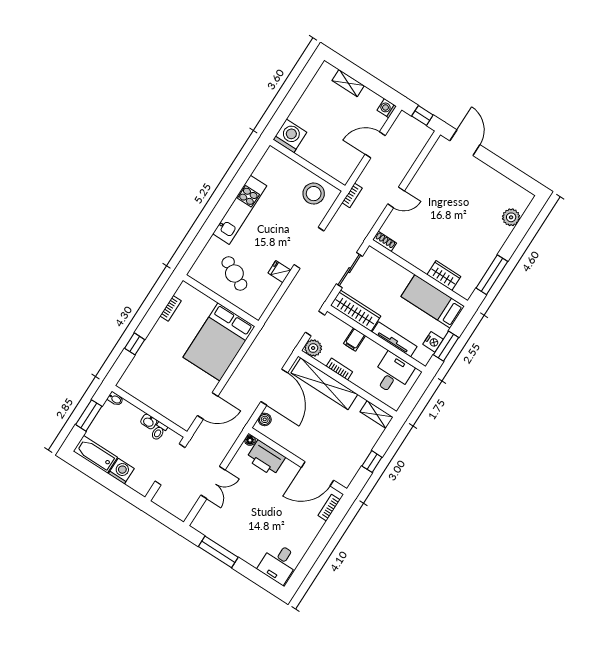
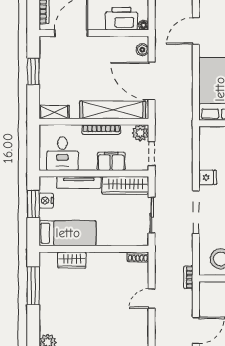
filing cabinet: (354, 340) -> (111, 161), width x2.00
bookcase: (339, 369) -> (101, 130), width x1.56
window: (372, 462) -> (33, 71), width x1.50

